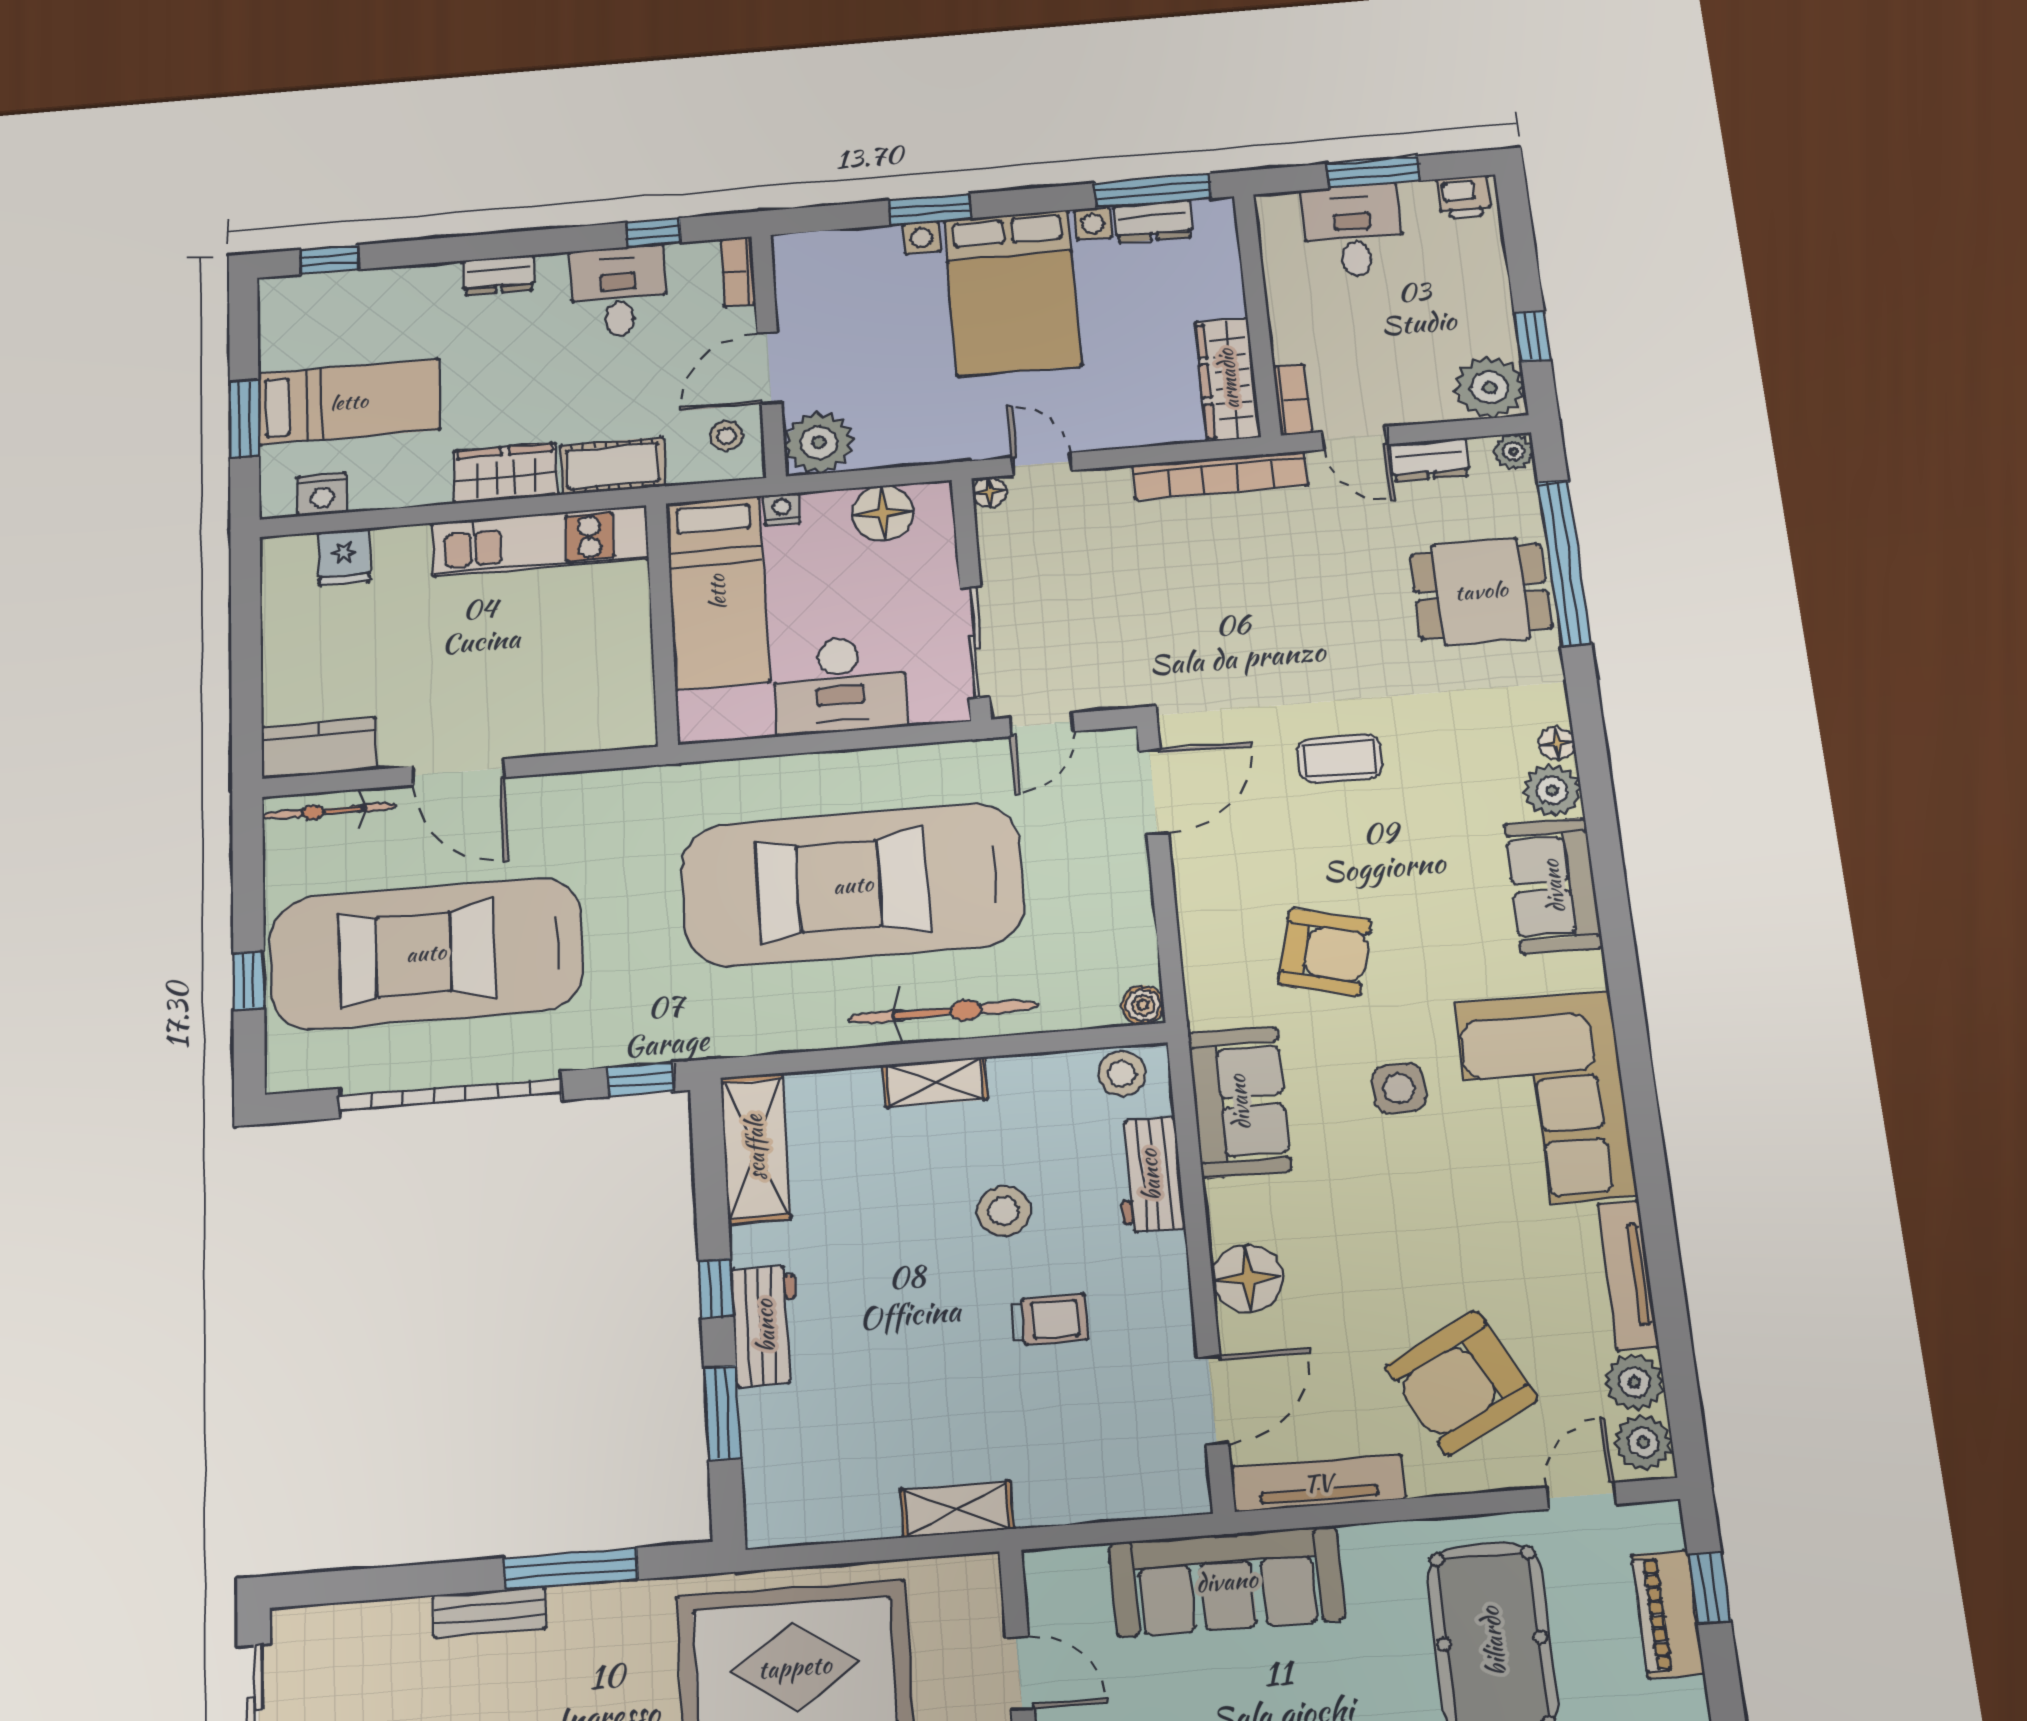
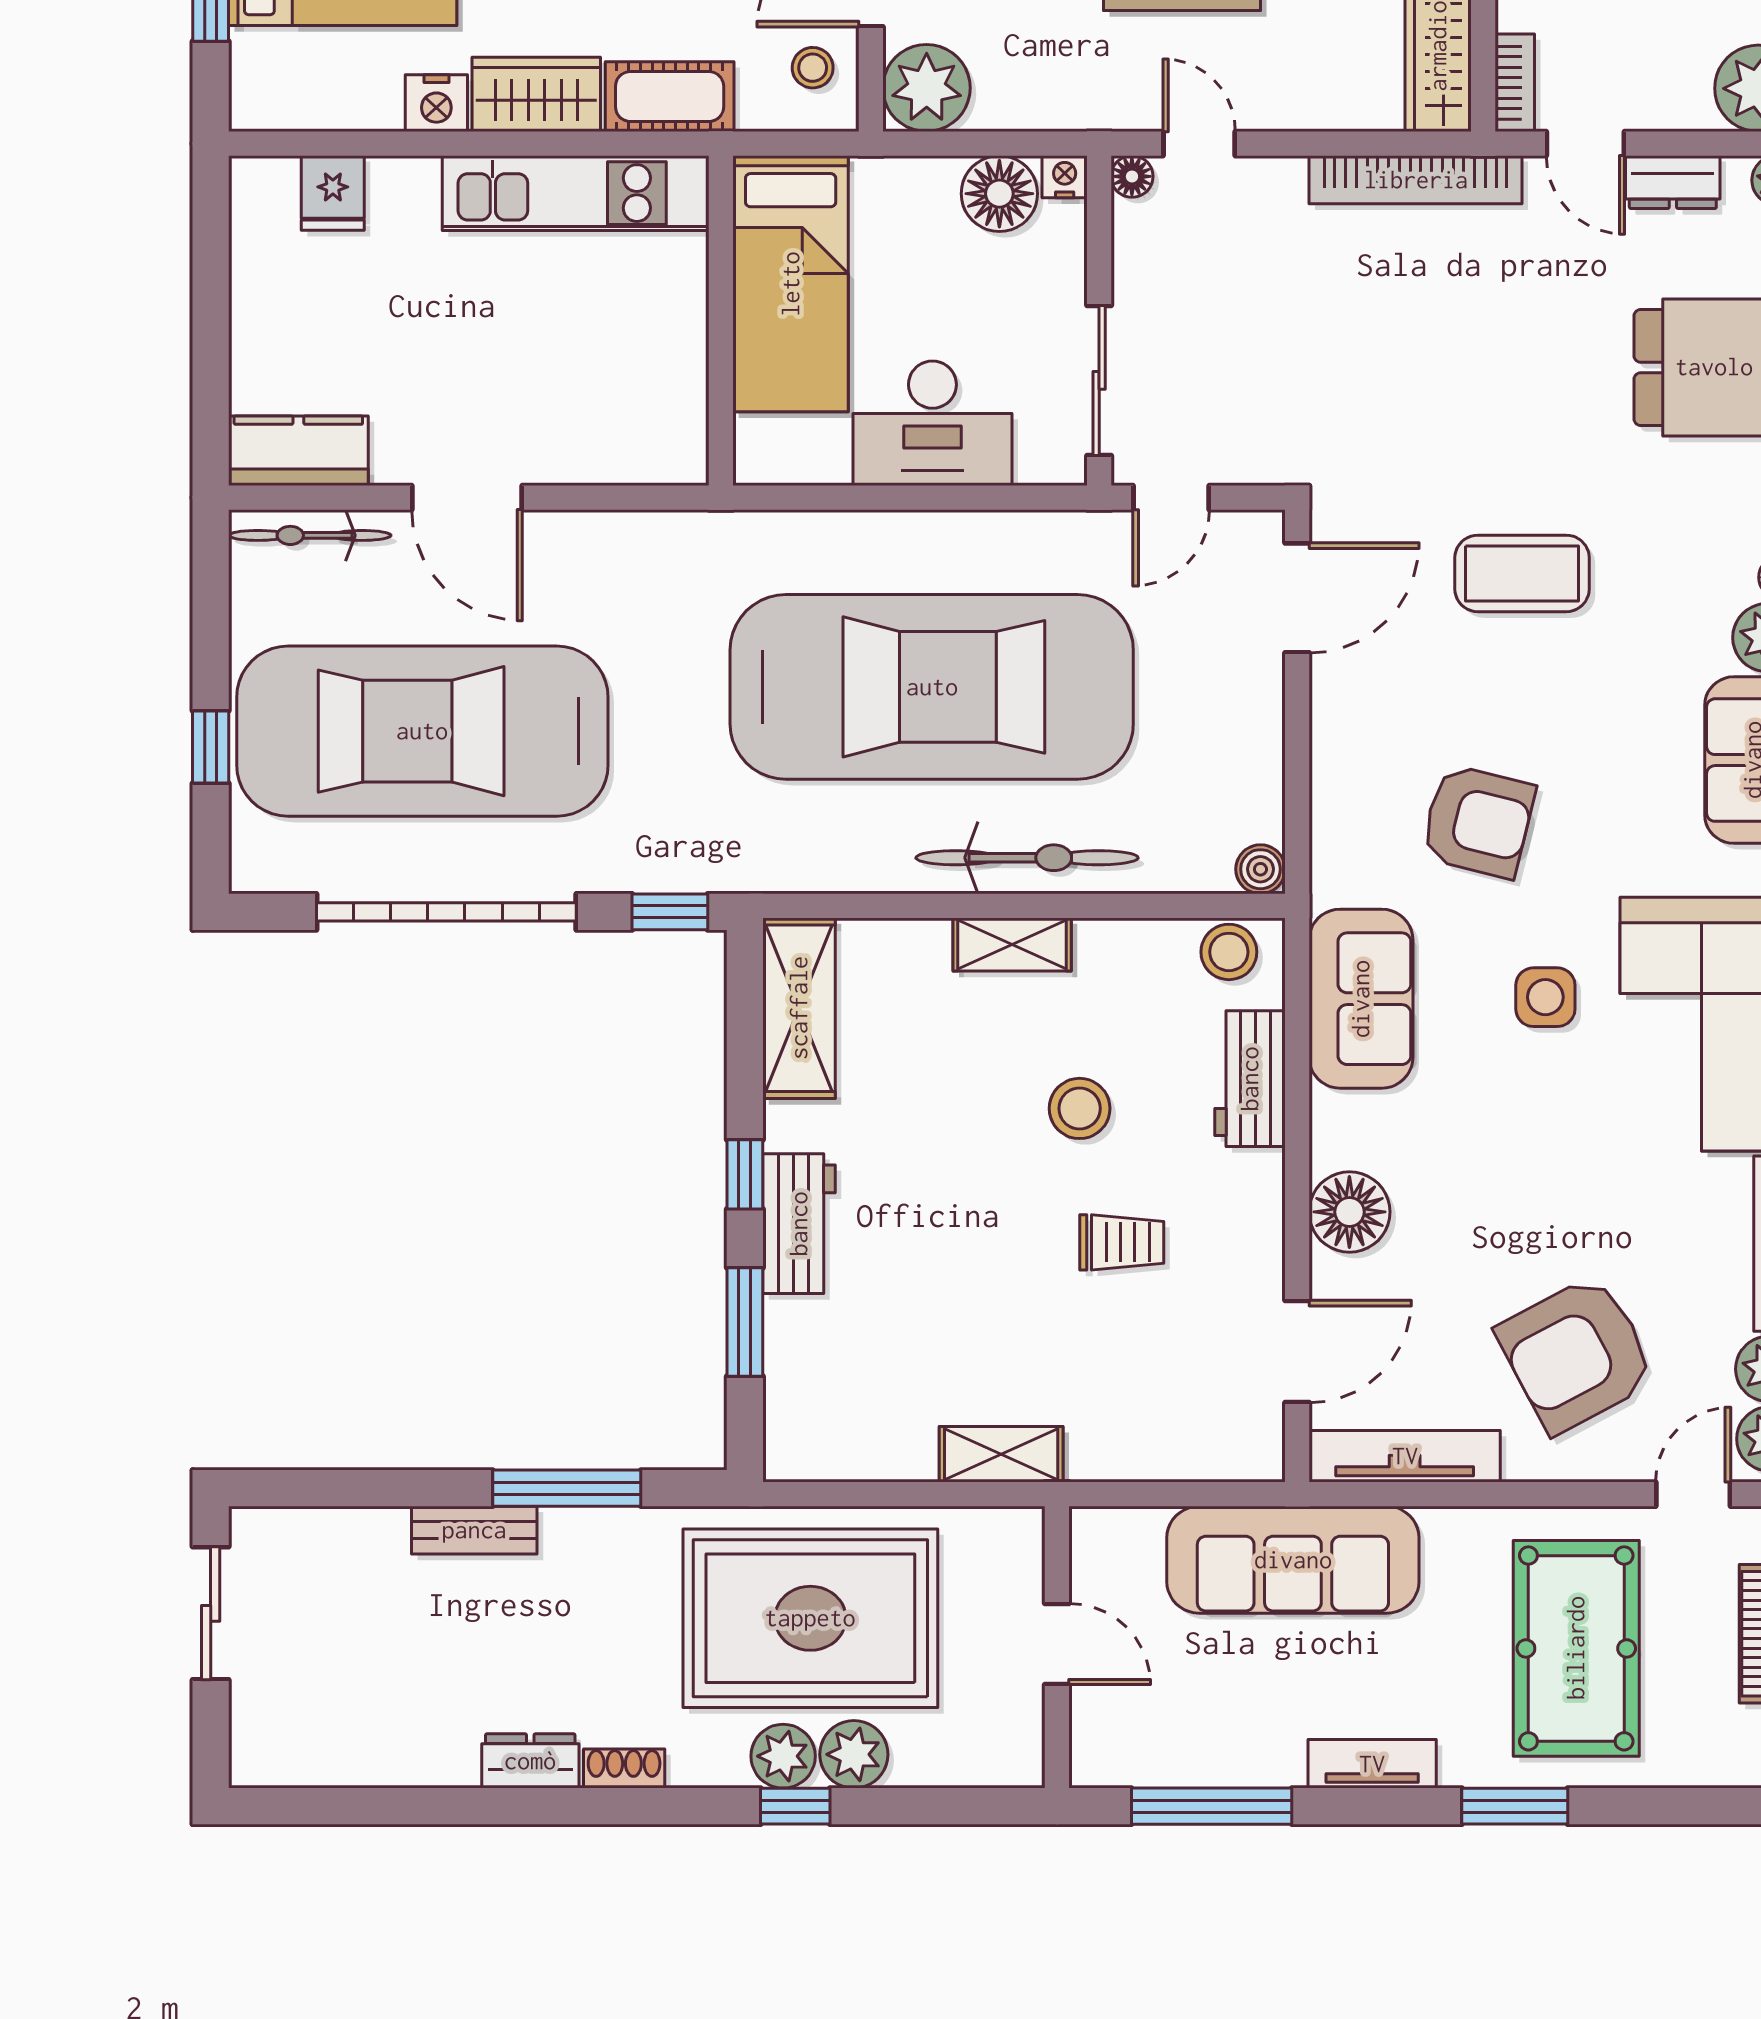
nightstand: (322, 494) -> (436, 103), moved
nightstand: (782, 509) -> (1065, 177), moved
coffee table: (1340, 758) -> (1522, 573), width x1.36, depth x1.30
car: (853, 885) -> (932, 687), turned 180

